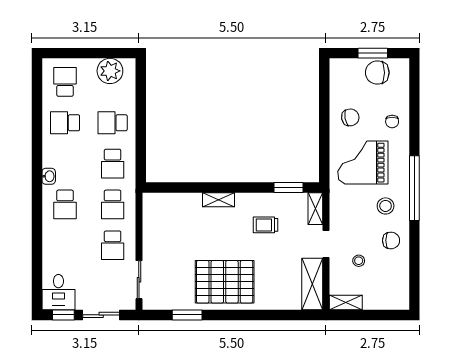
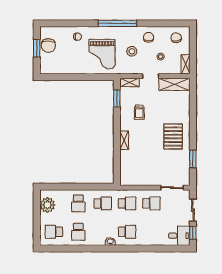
chair: (350, 117) -> (176, 38), moved
stool: (386, 206) -> (132, 51), moved
pallet: (225, 282) -> (173, 137), width x0.73, depth x0.71

